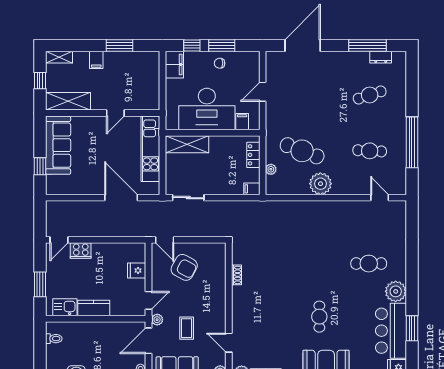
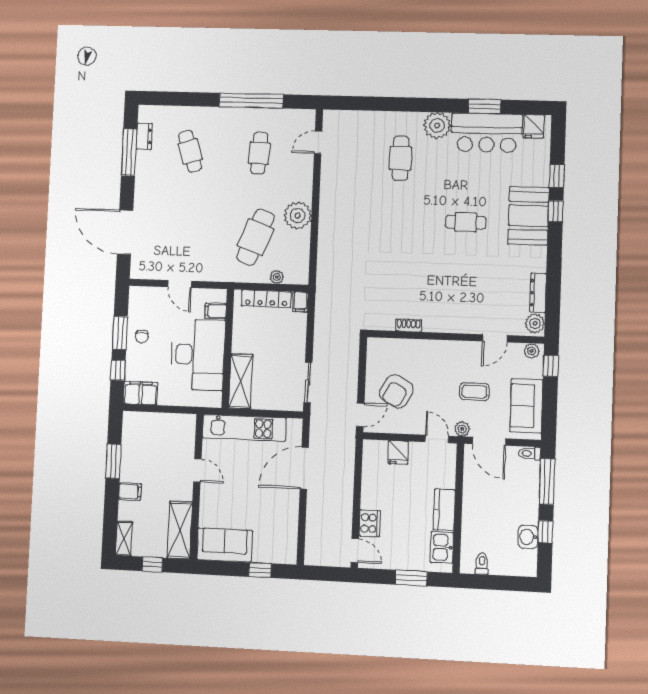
sofa: (58, 145) -> (225, 545), width x0.73
locker: (253, 155) -> (266, 299), width x1.53
armchair: (184, 267) -> (396, 391), turned 180

